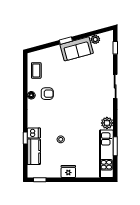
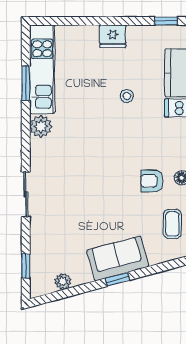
sofa: (77, 49) -> (118, 259), moved

